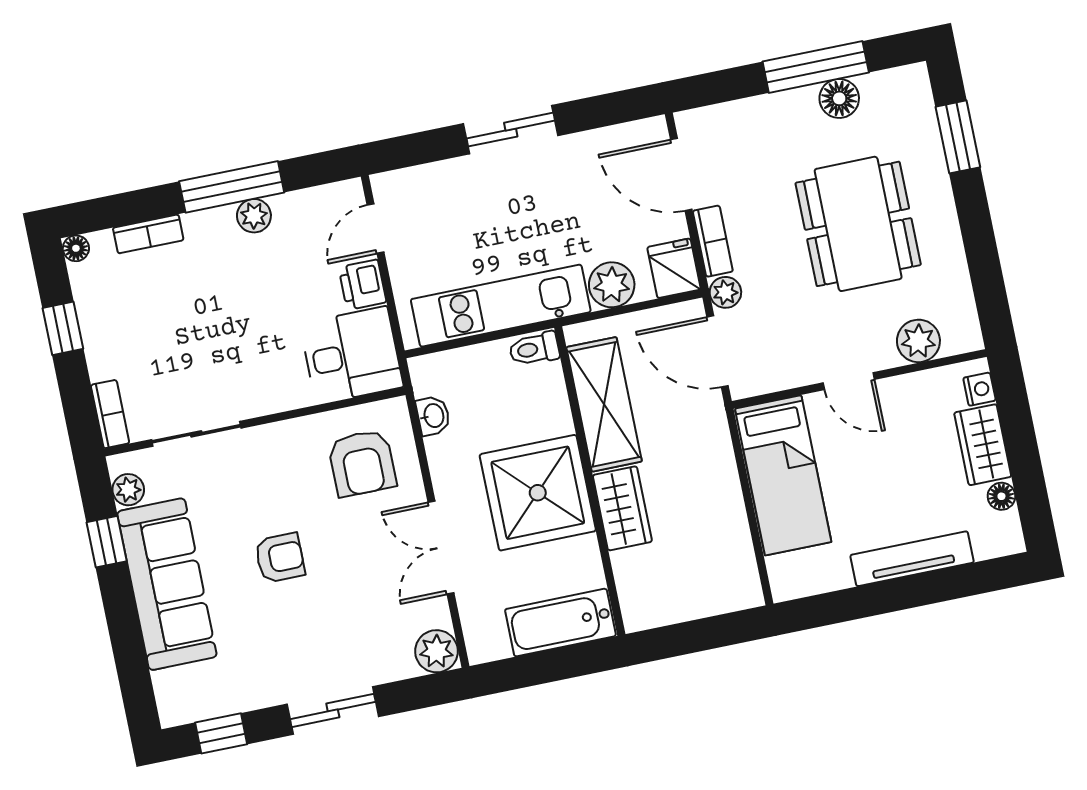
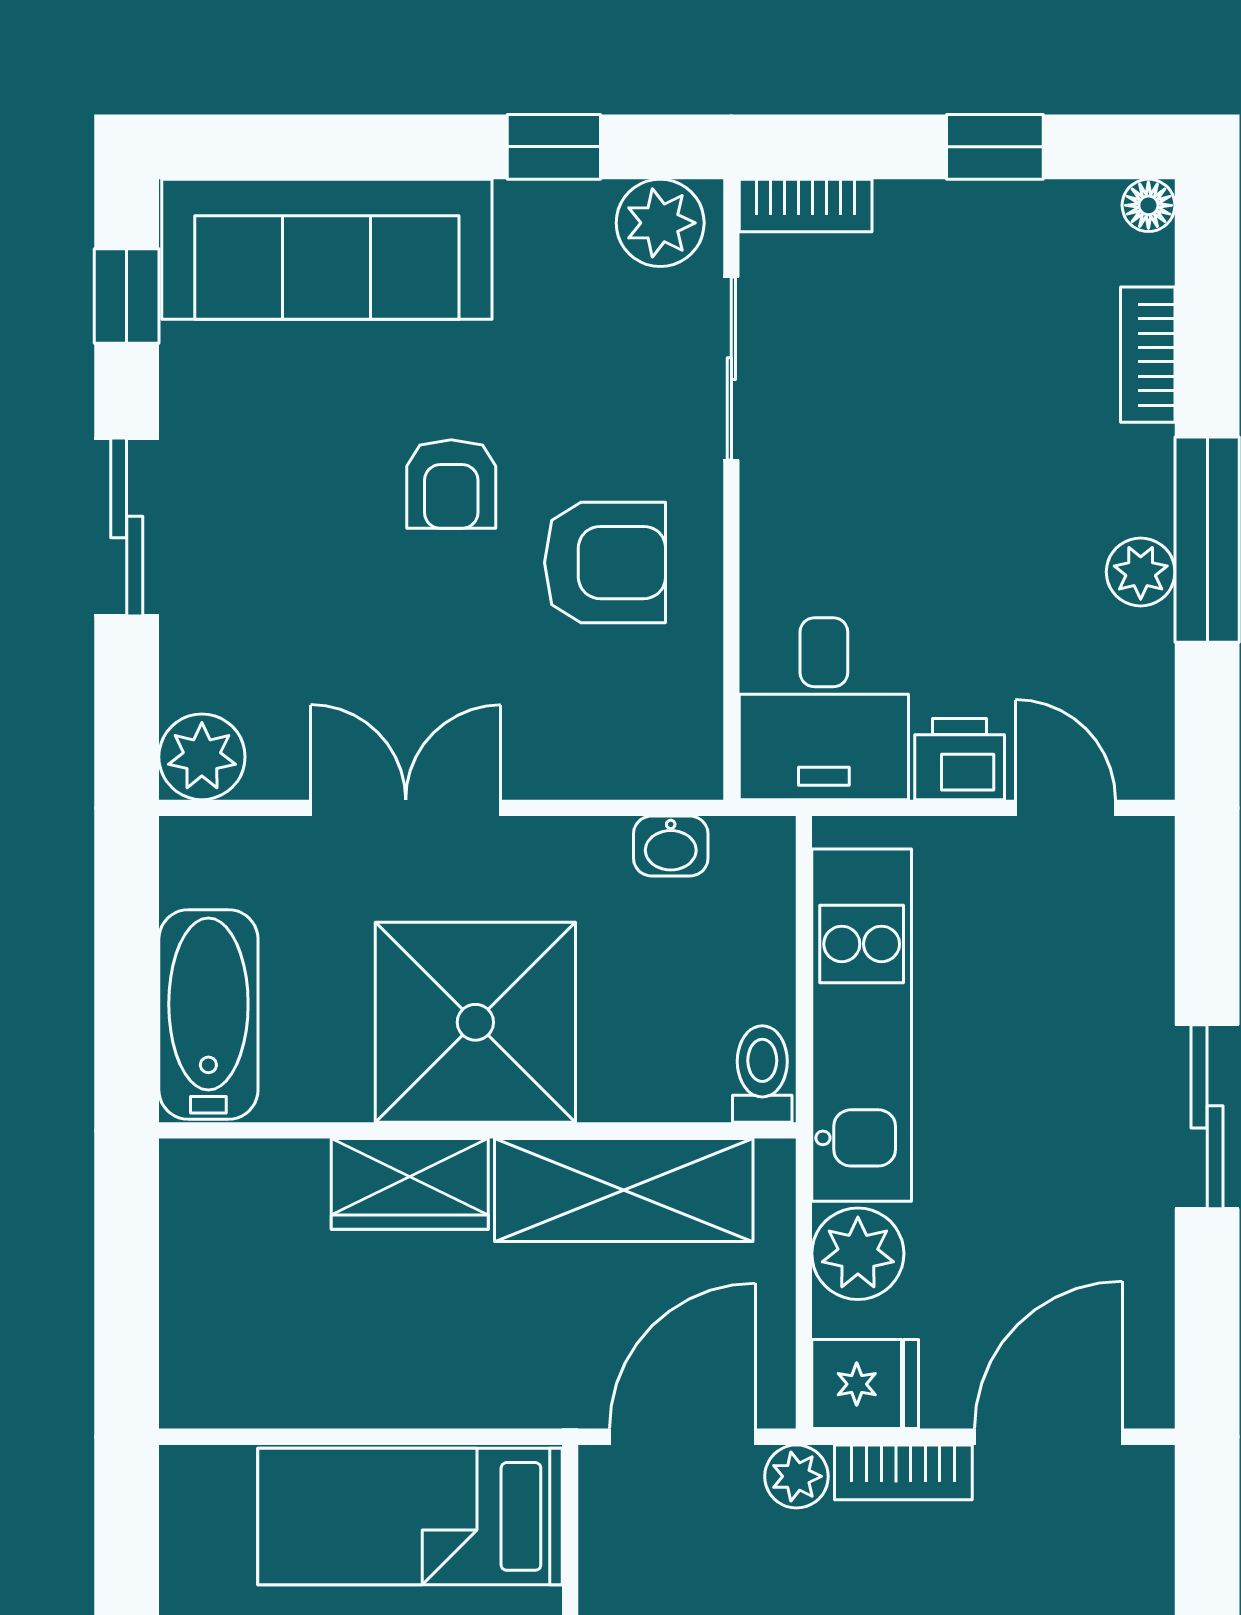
armchair: (362, 463) -> (605, 563), moved, turned 180
plant: (128, 490) -> (660, 223), width x1.38, depth x1.38
sofa: (167, 584) -> (327, 249), moved

